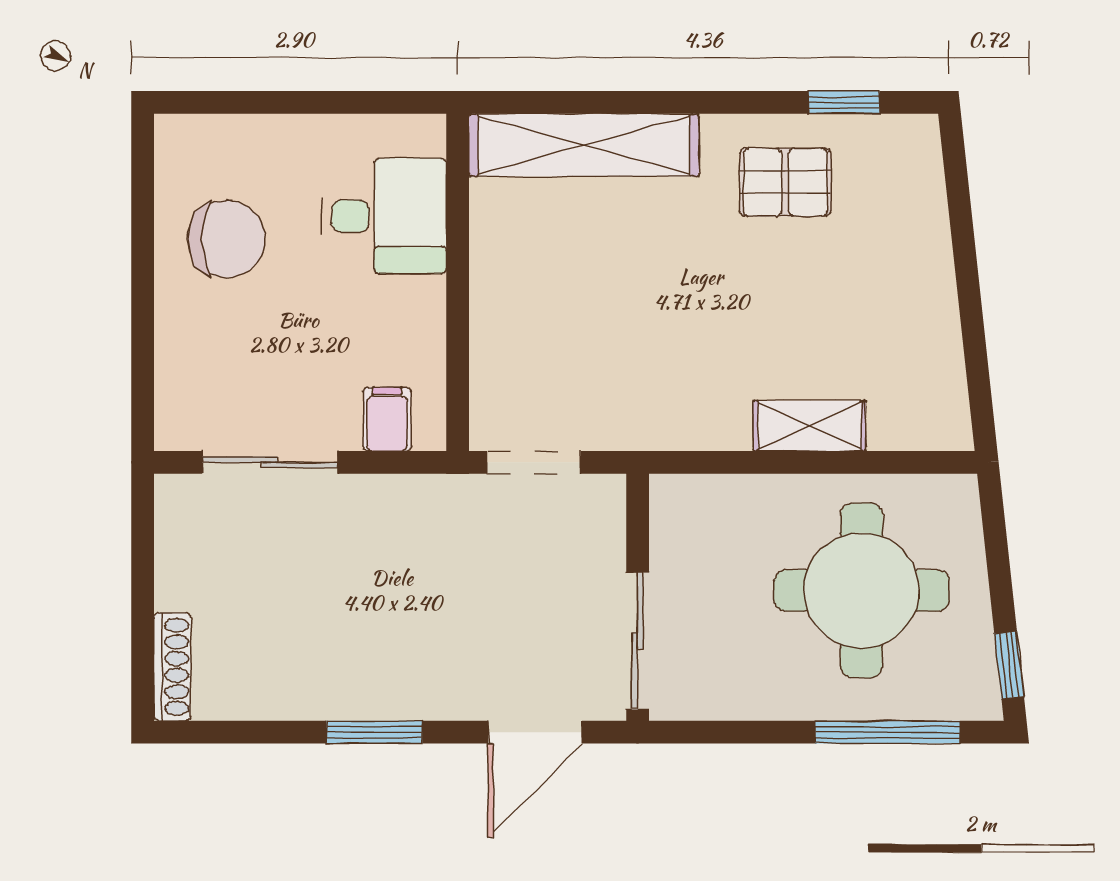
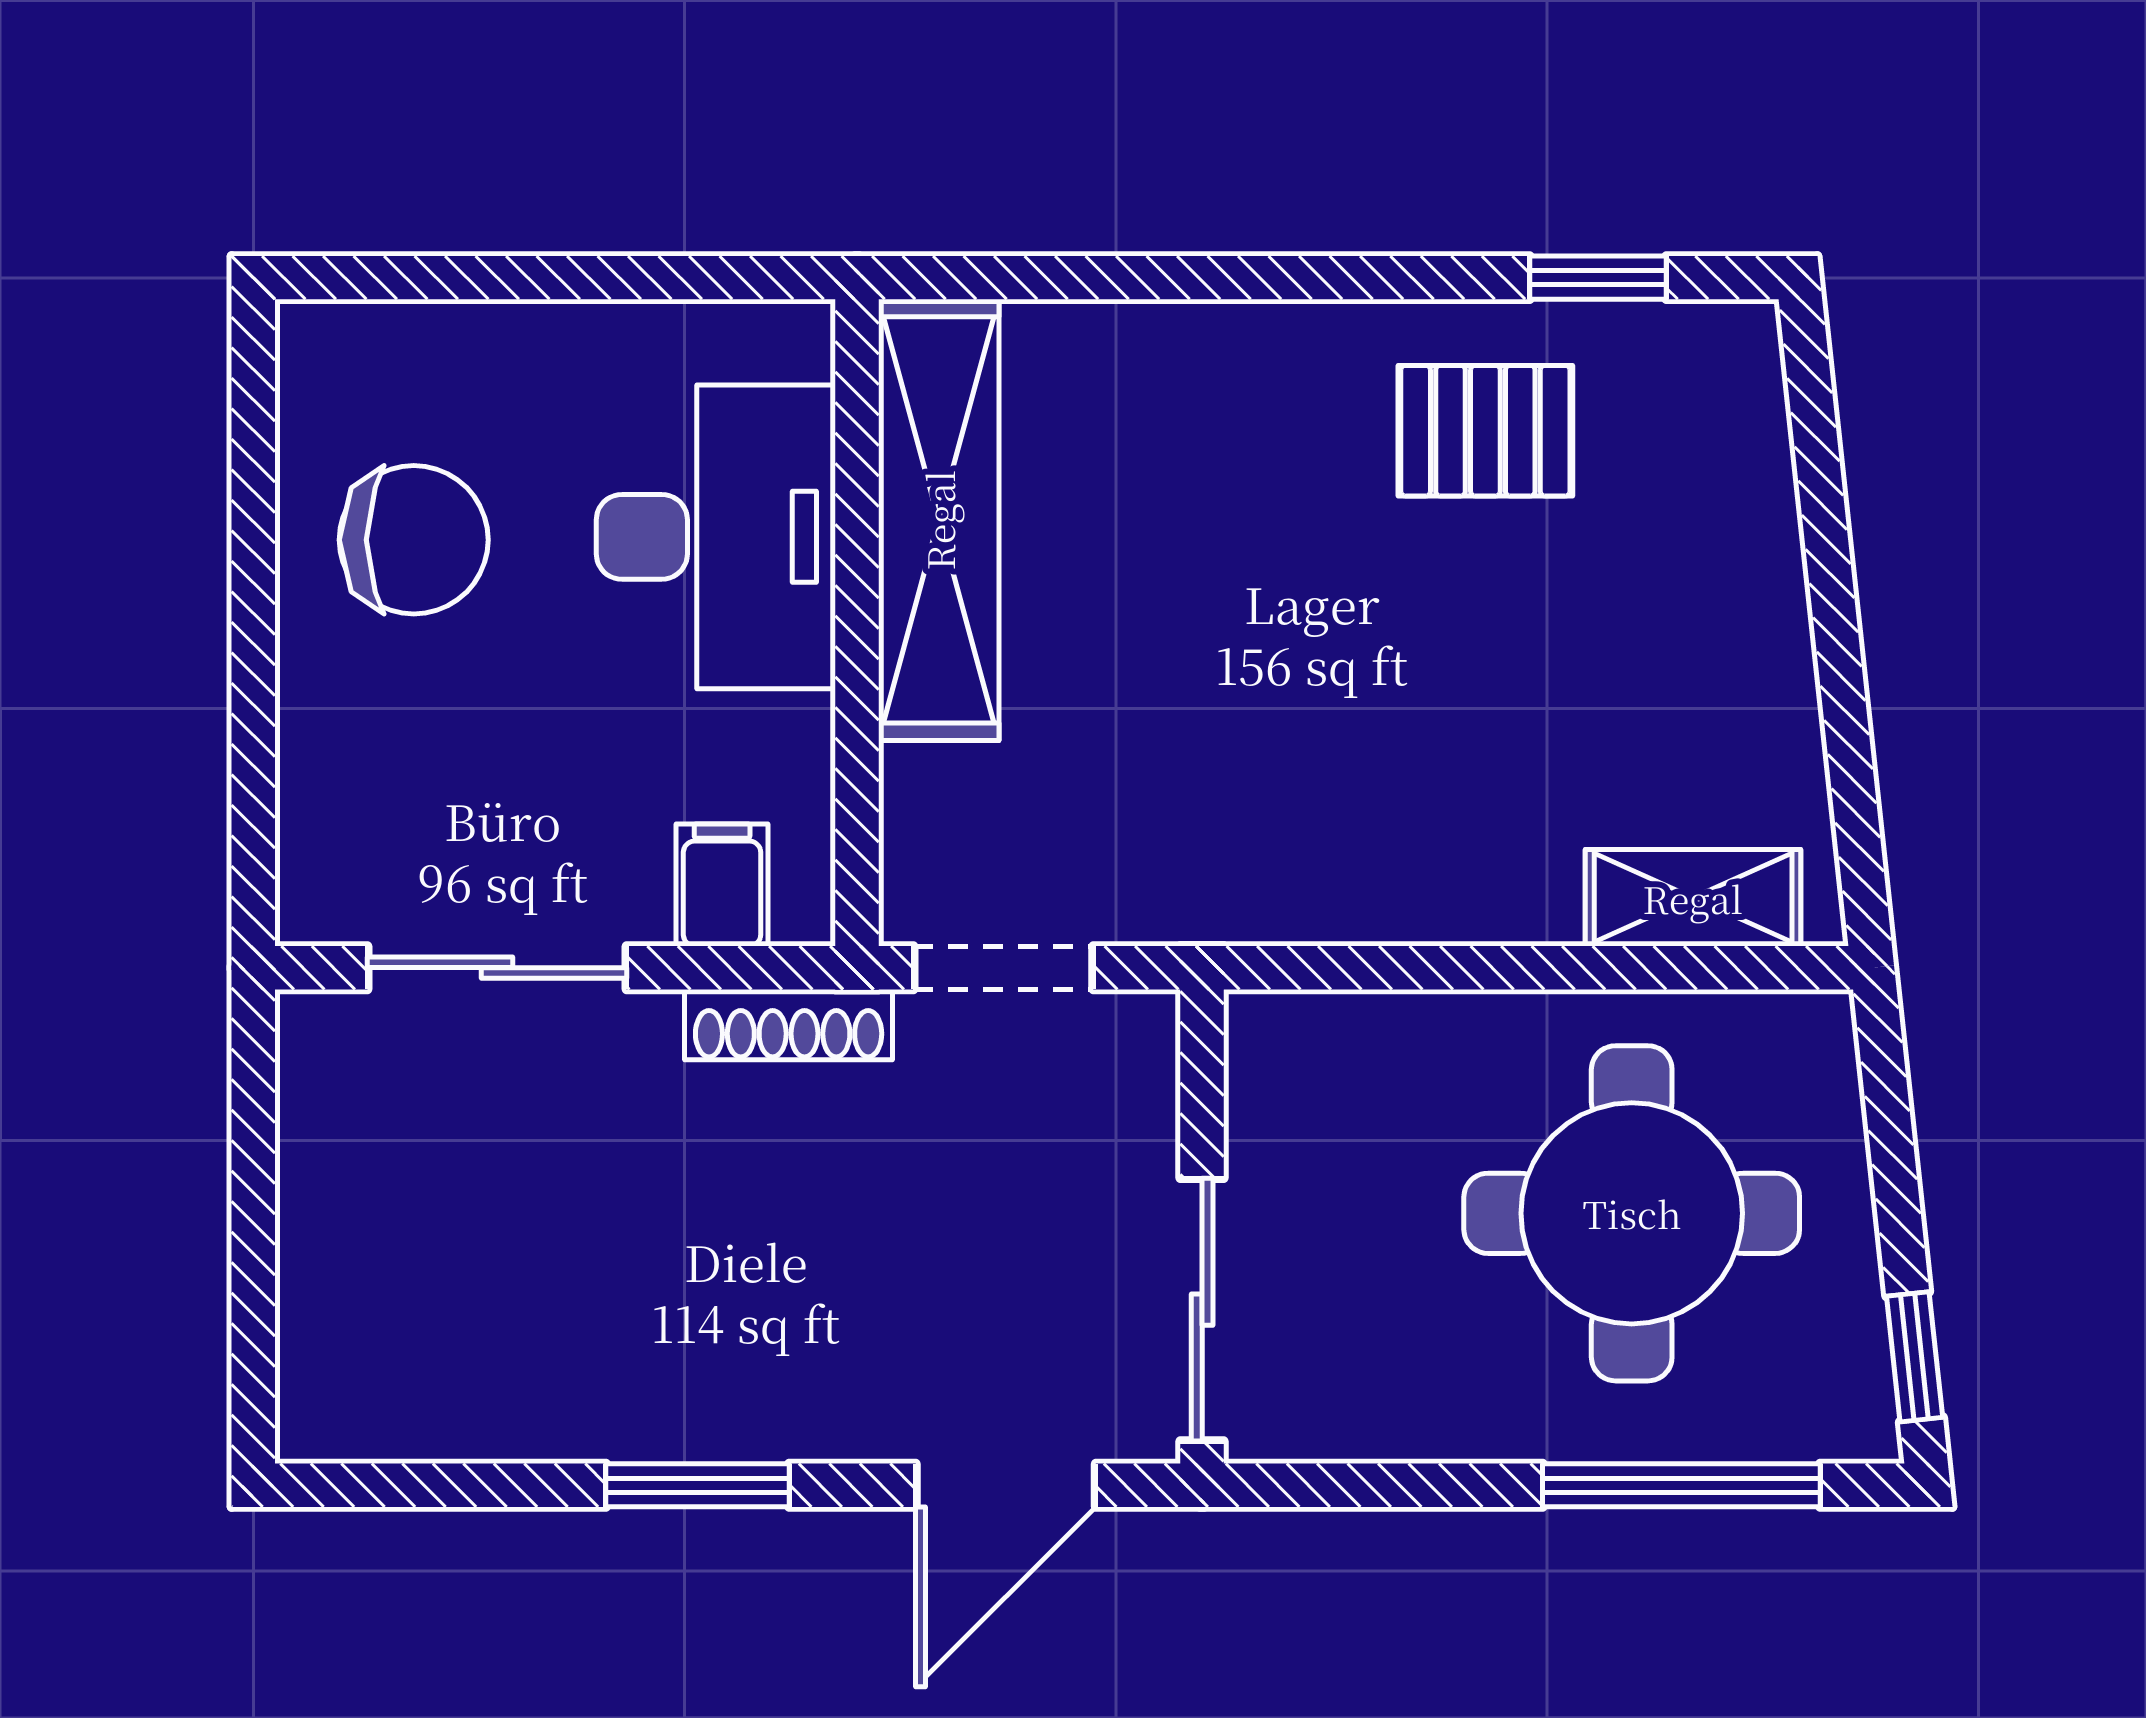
shelving: (584, 145) -> (939, 520), moved, turned 90
desk: (384, 216) -> (716, 537), width x1.37
shelving: (810, 426) -> (1693, 898), moved
shoe rack: (172, 667) -> (789, 1025), moved, turned 90

